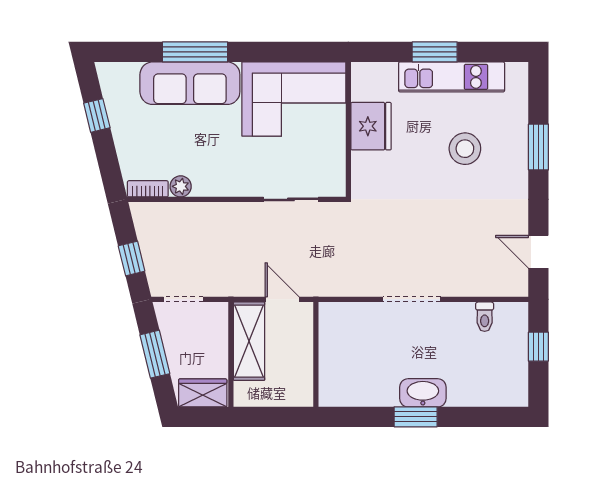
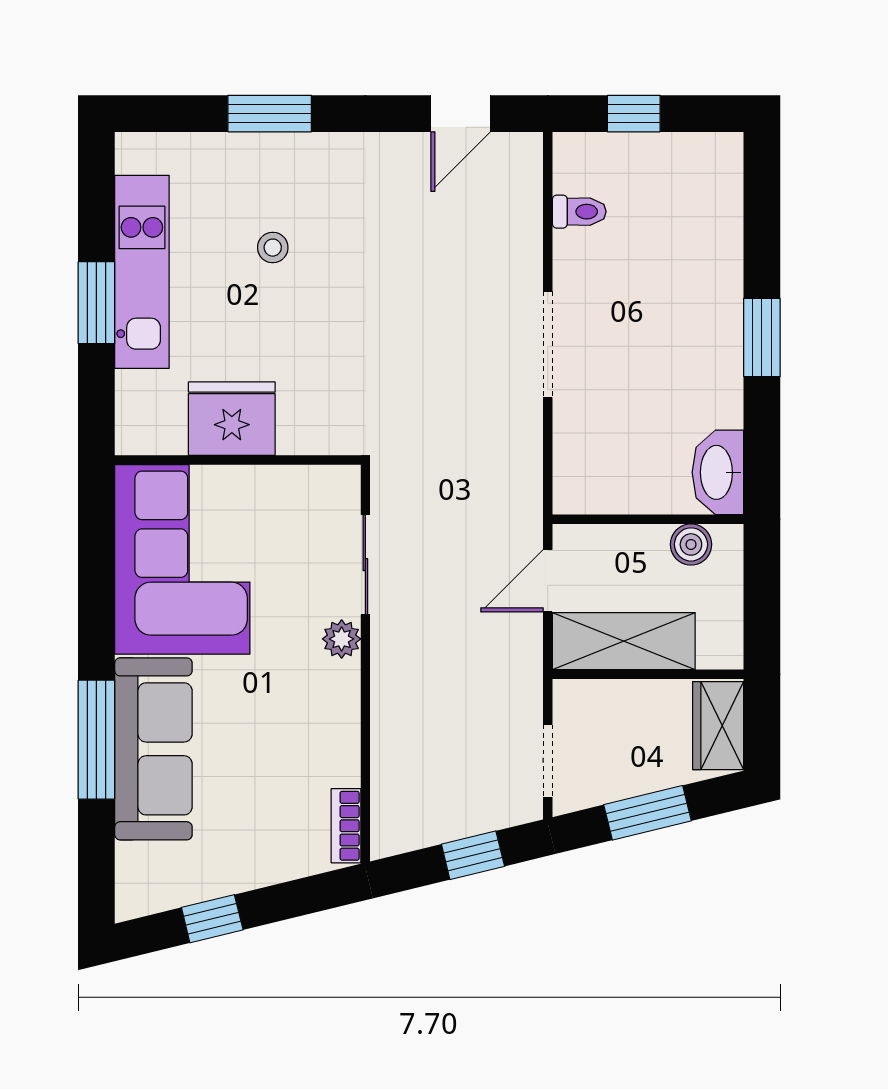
stool: (465, 149) -> (273, 248), width x0.53, depth x0.53
plant: (181, 186) -> (342, 639), moved
boiler: (302, 378) -> (691, 544), added
washbasin: (423, 393) -> (718, 472), moved

